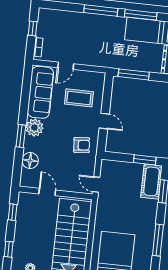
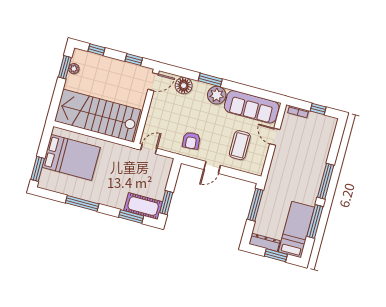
door: (47, 192) -> (153, 82), moved

